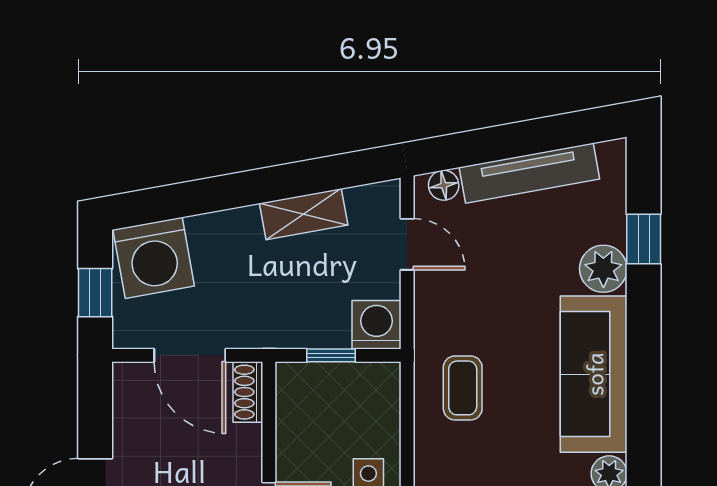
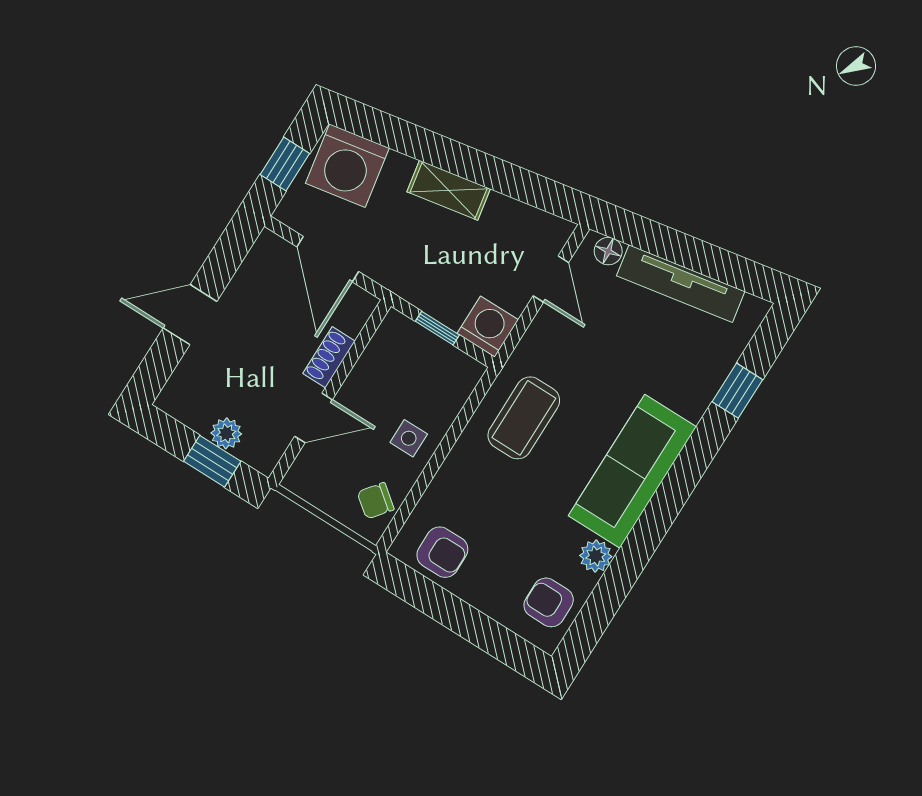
shelving: (304, 214) -> (449, 190), moved
plant: (603, 269) -> (691, 394), removed
coffee table: (463, 388) -> (524, 418), width x1.36, depth x1.30
shoe rack: (248, 392) -> (329, 357), moved

